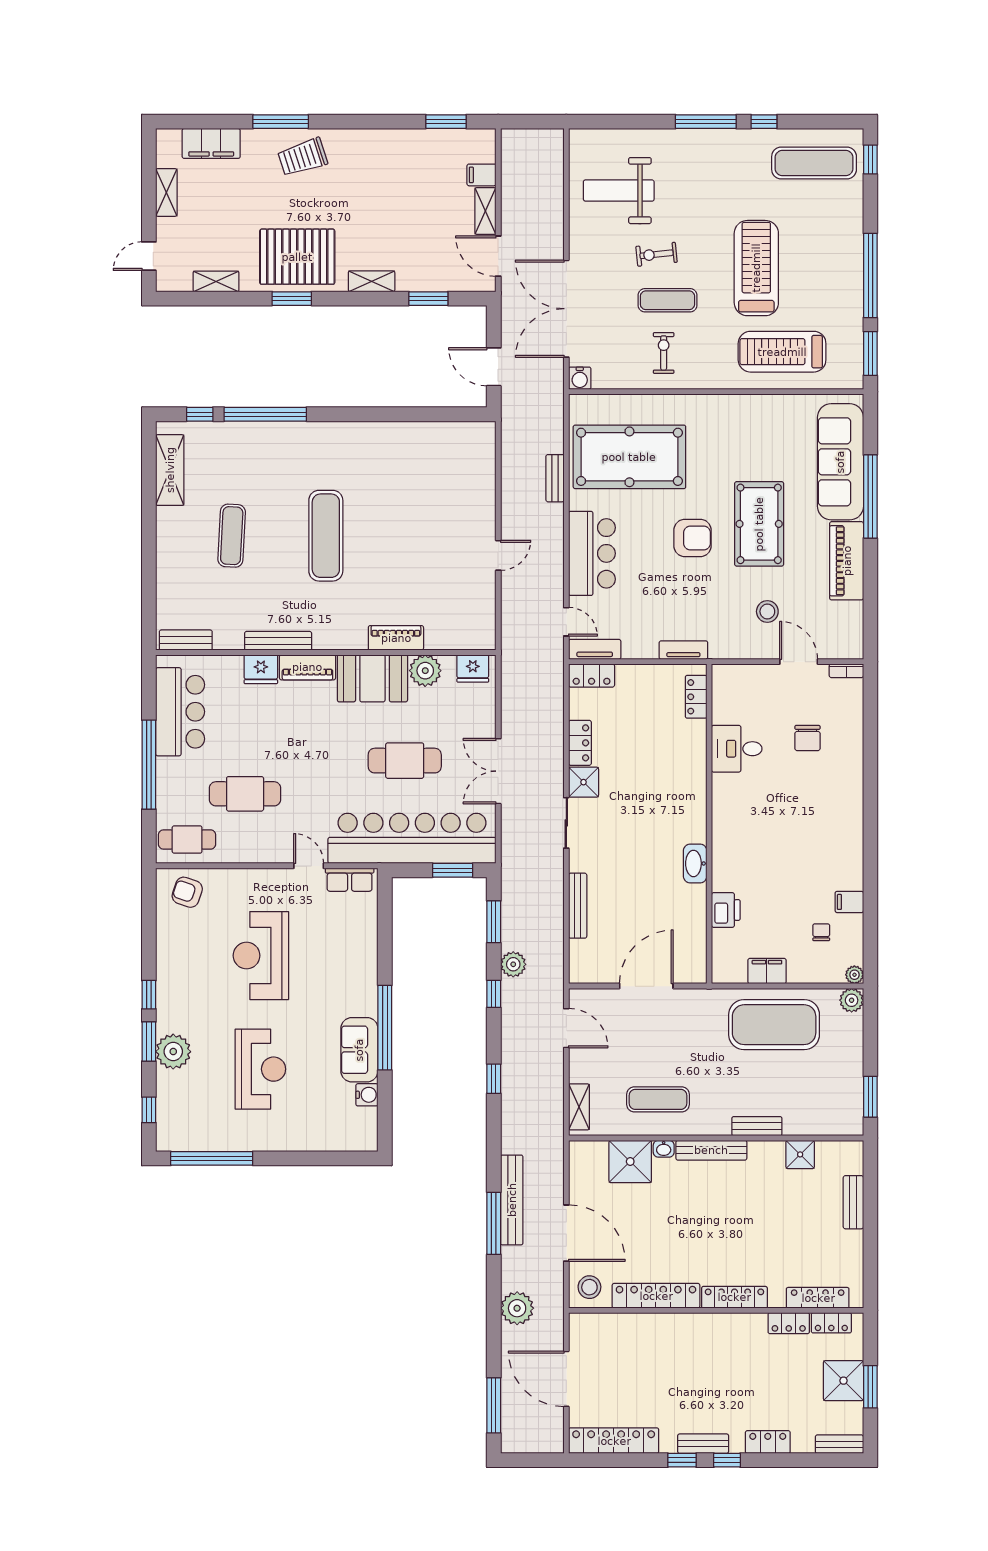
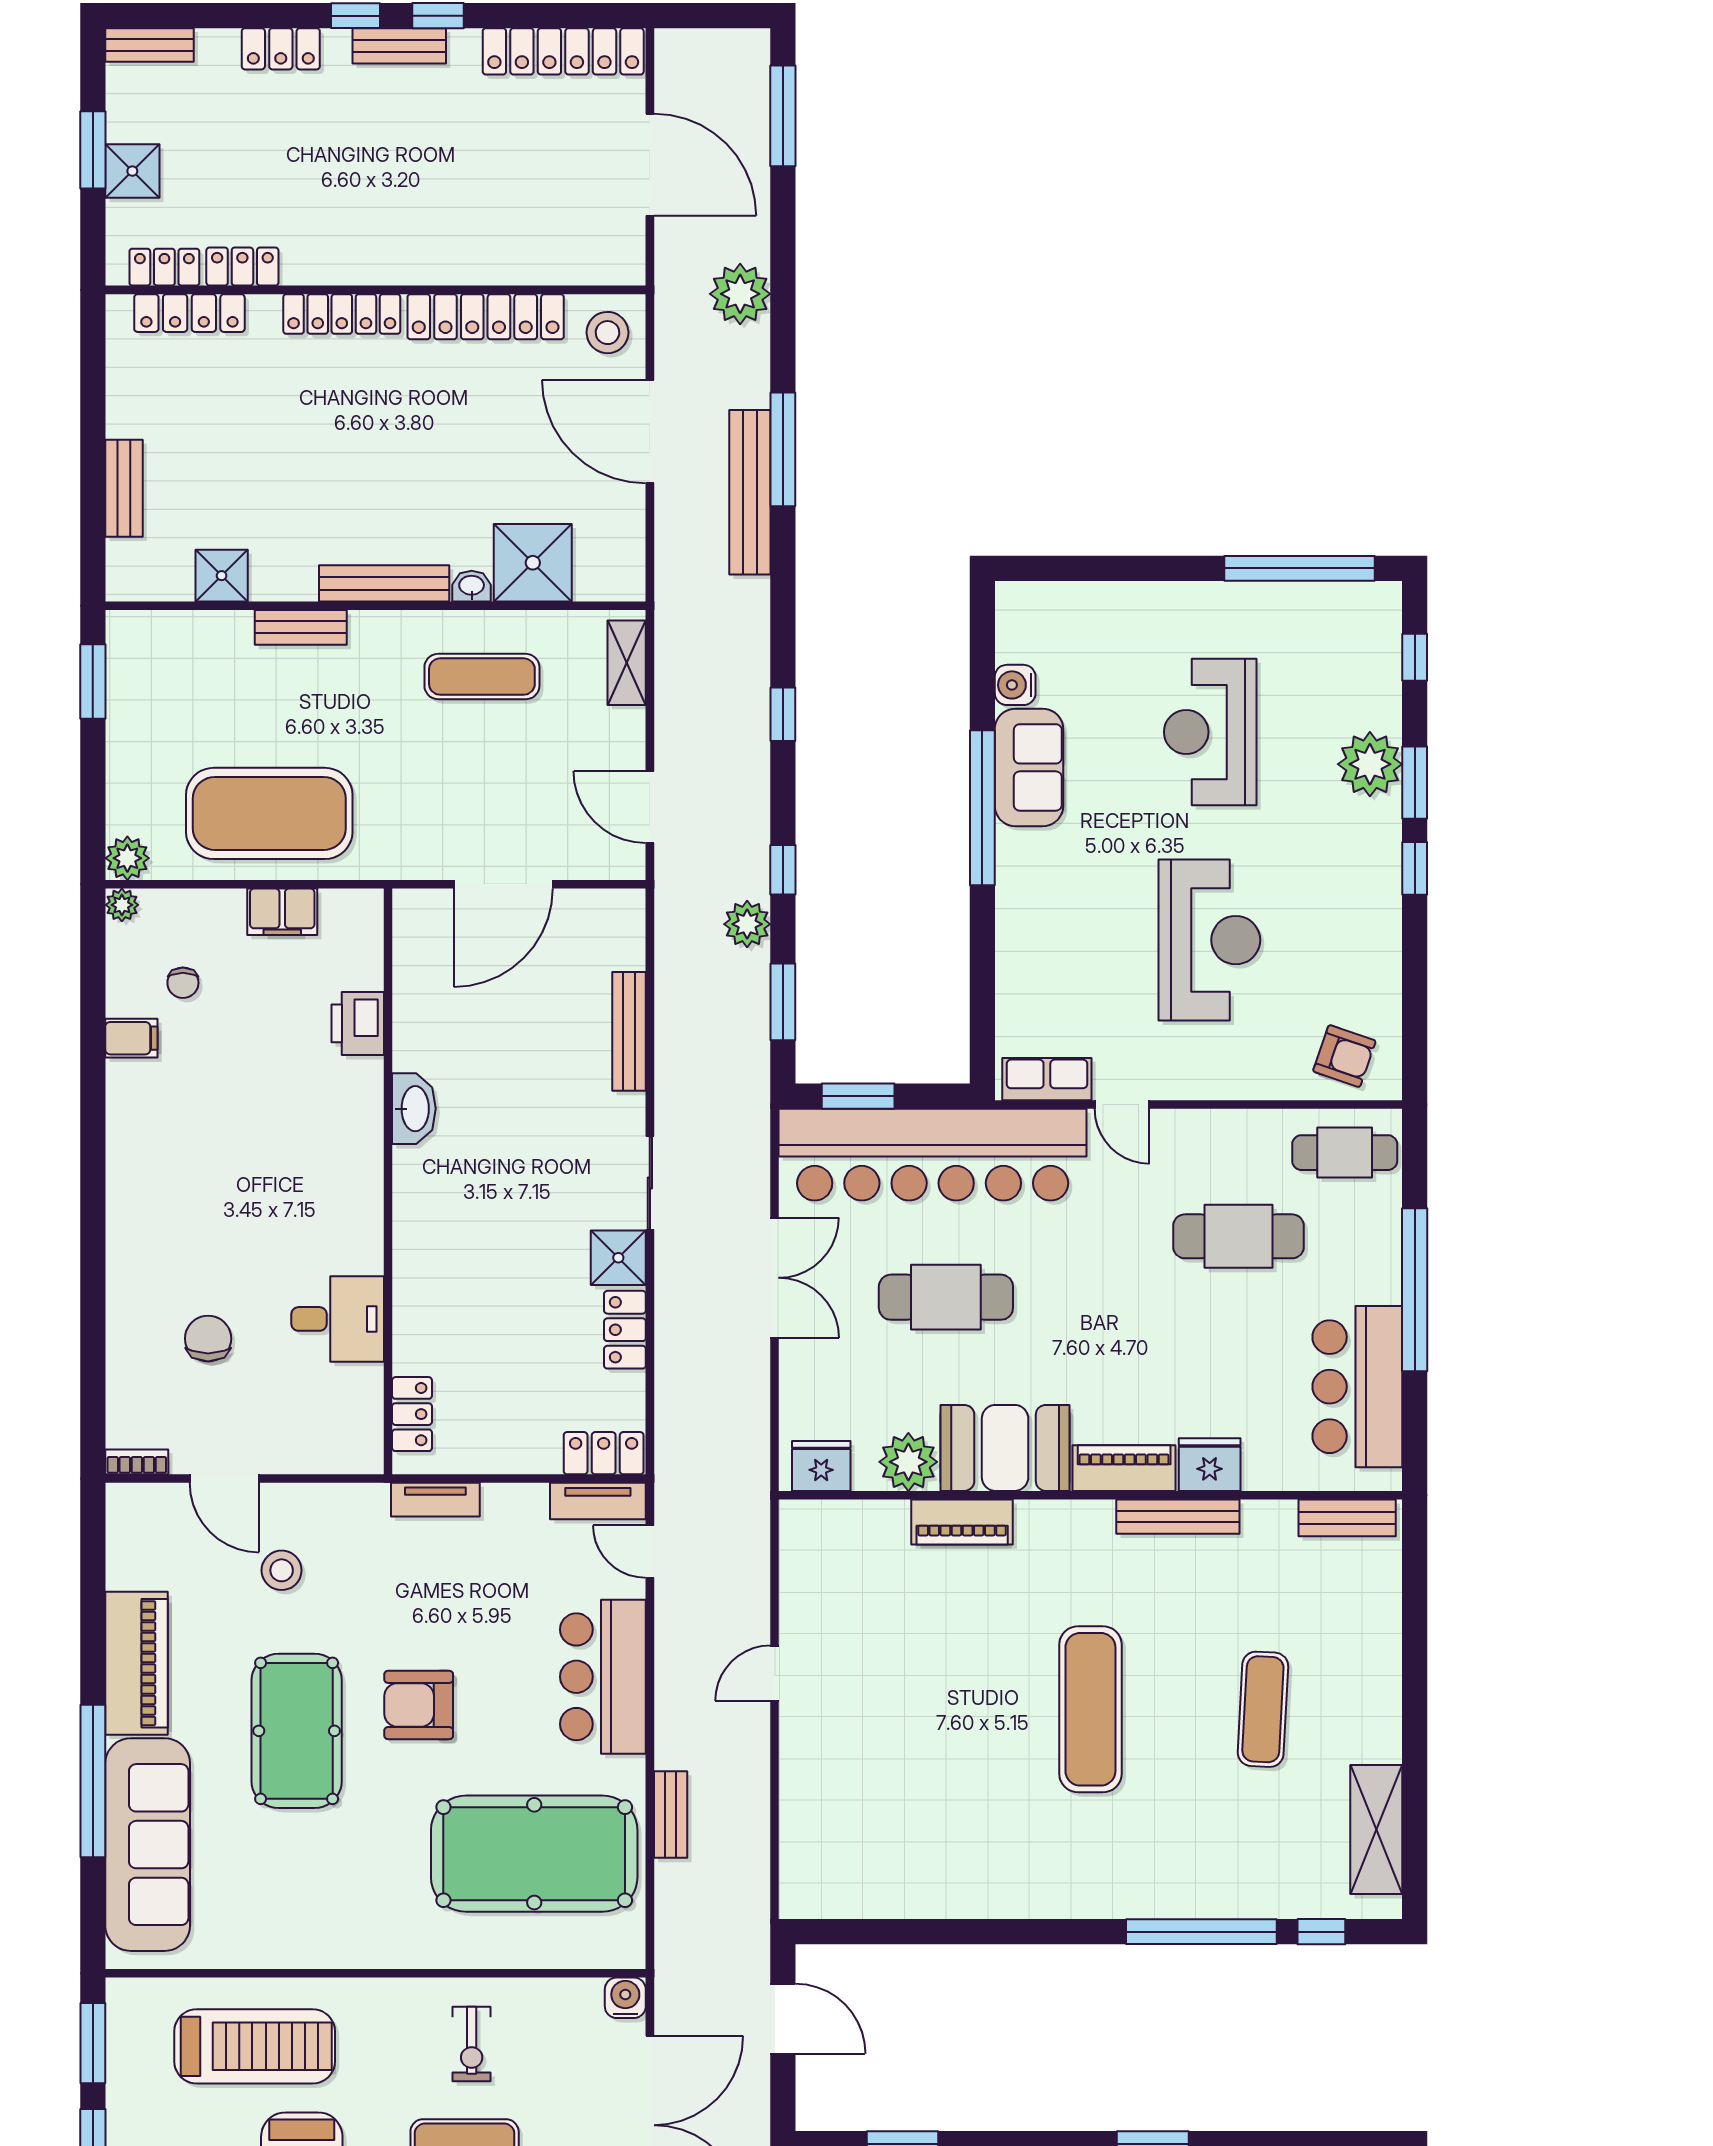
shower: (843, 1381) -> (132, 171), width x0.73, depth x0.73

